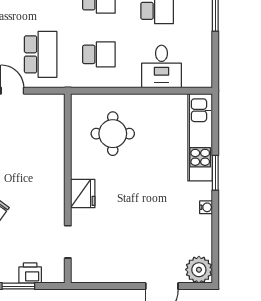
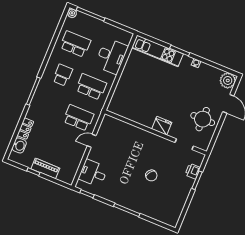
school desk: (99, 54) -> (91, 87), width x1.85
desk: (161, 67) -> (111, 56), width x1.37
round table: (113, 134) -> (203, 119), moved

